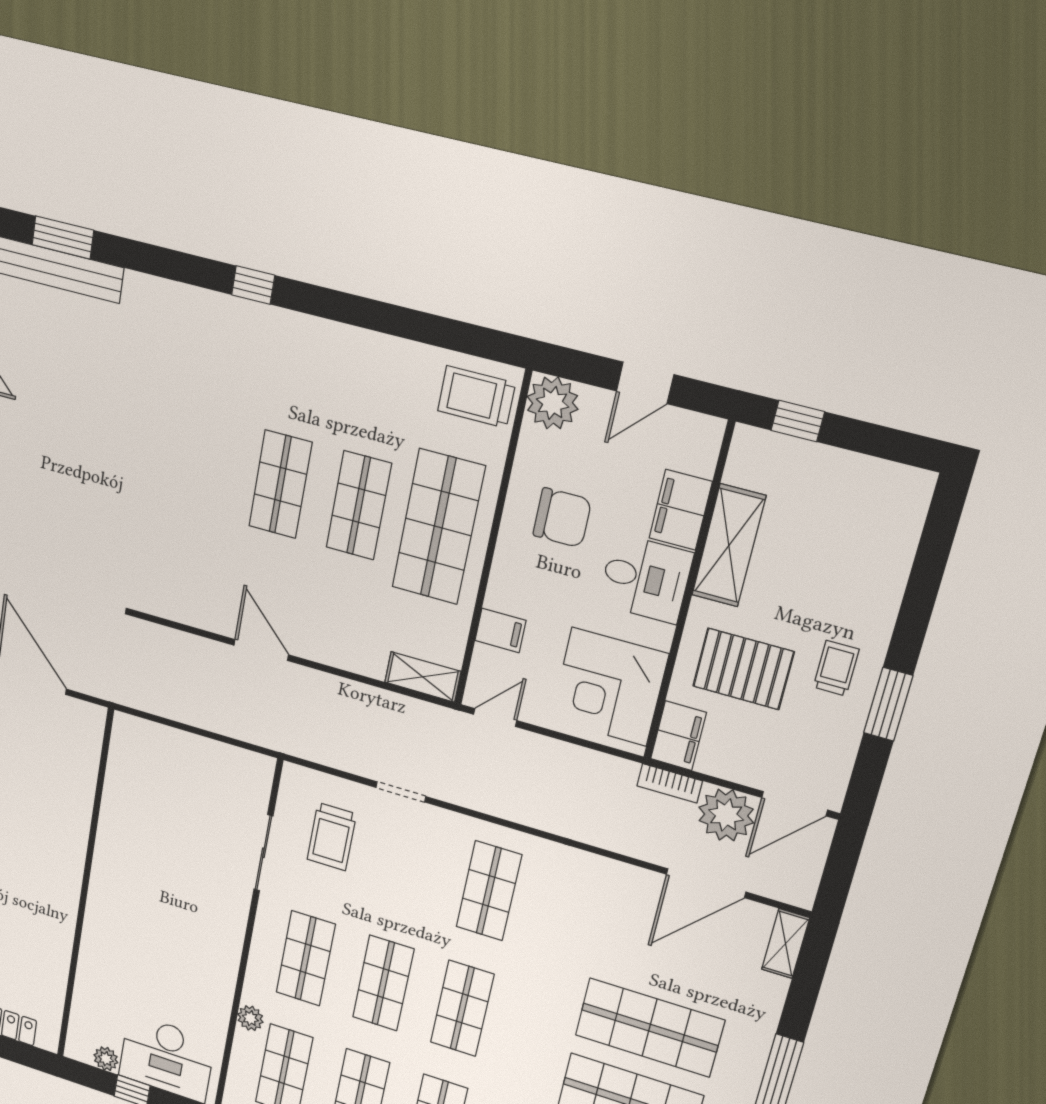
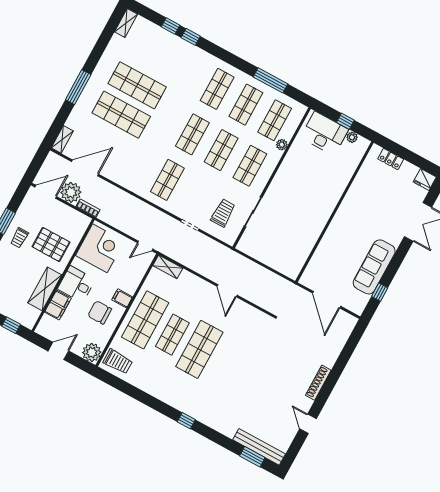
shop shelf: (280, 484) -> (199, 349), width x1.43, depth x1.36
filing cabinet: (500, 630) -> (122, 298), moved
filing cabinet: (678, 736) -> (80, 225), removed

